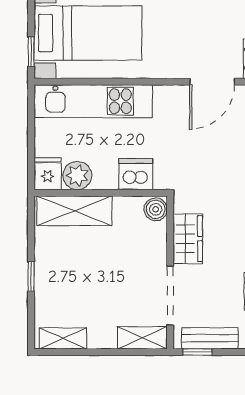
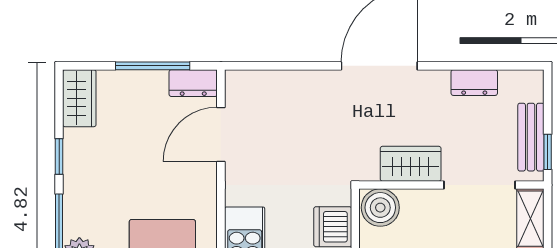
door: (212, 82) -> (221, 134), swing flipped
boiler: (156, 209) -> (380, 208), width x1.36, depth x1.36

